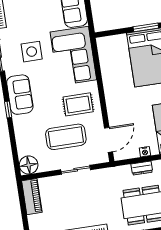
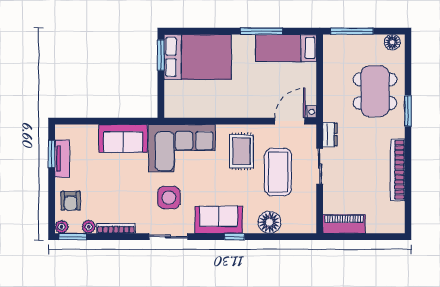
door: (109, 140) -> (290, 121), hinge flipped
nightstand: (145, 152) -> (311, 112), moved
floor lamp: (29, 165) -> (269, 222), moved
dresser: (142, 168) -> (330, 134), moved

